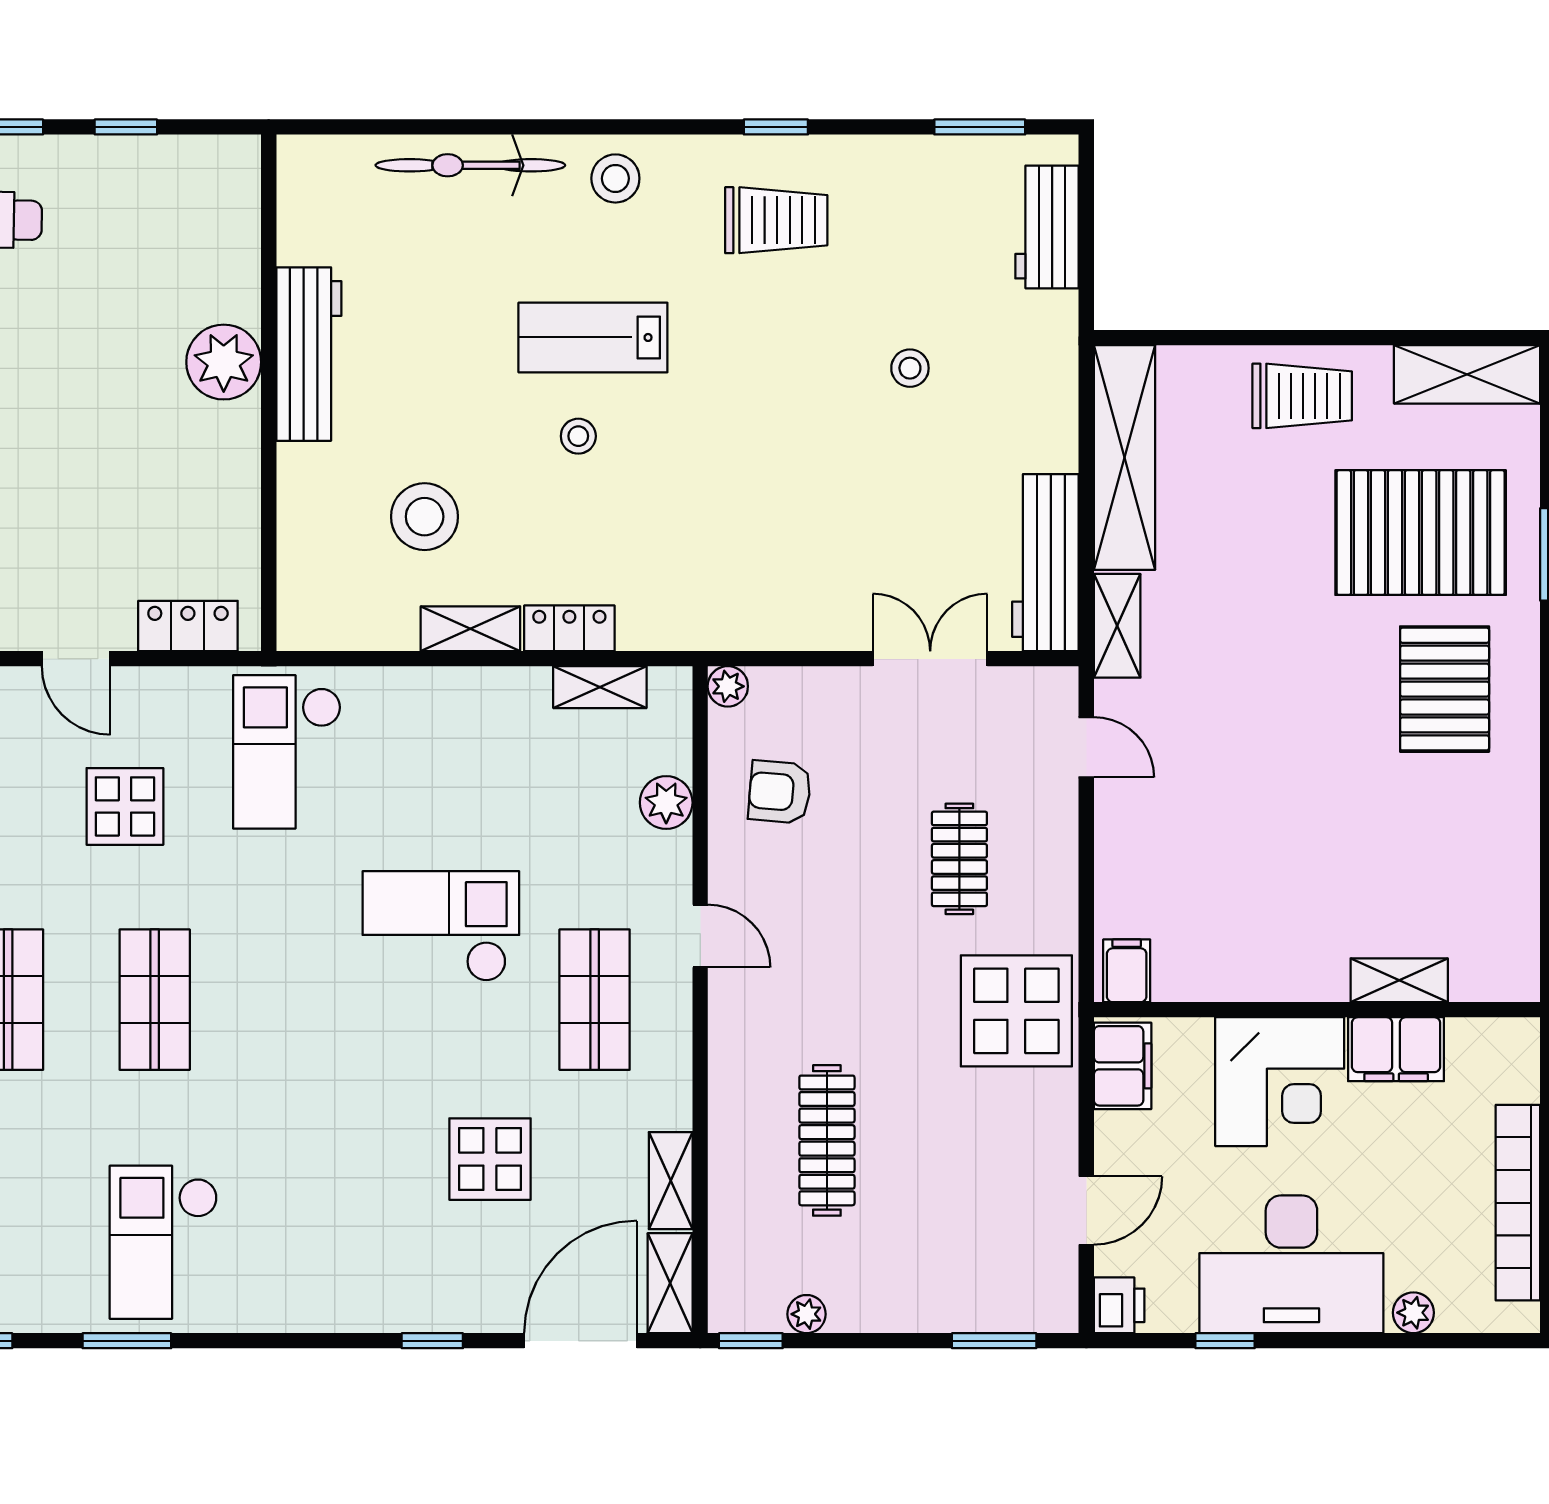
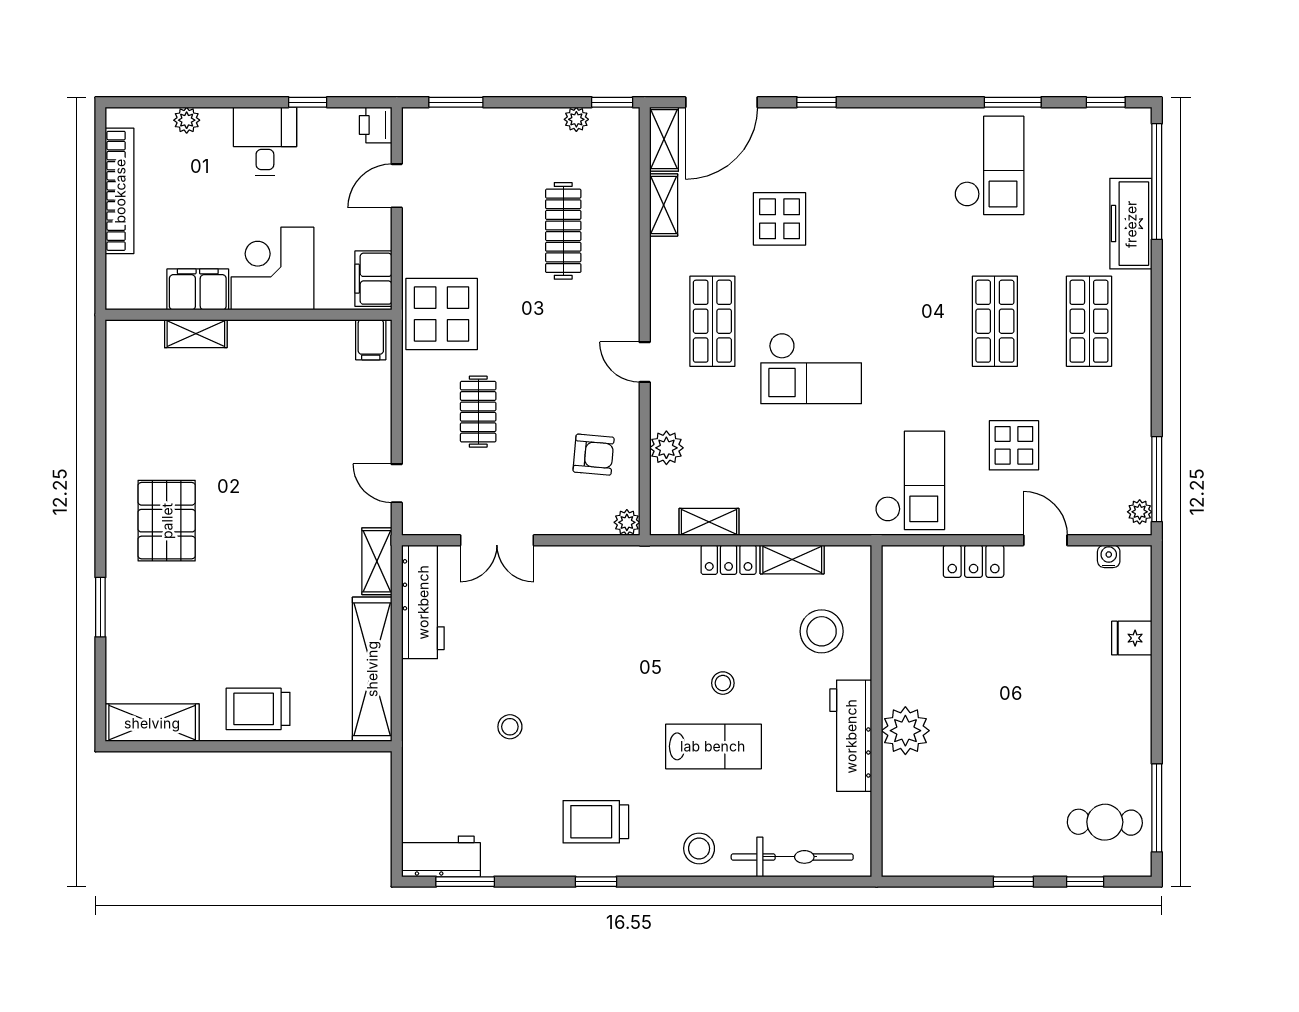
workbench: (1047, 227) -> (441, 856), moved, turned -90
workbench: (309, 354) -> (851, 736), moved
plant: (224, 362) -> (905, 731), moved
wall: (269, 393) -> (877, 711), moved
pallet: (1421, 533) -> (182, 621), removed
desk: (1291, 1264) -> (265, 141), width x0.53, depth x0.77

